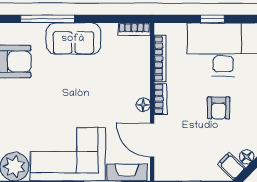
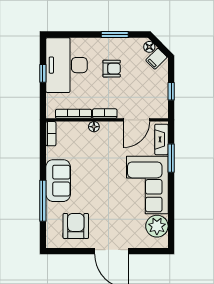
floor lamp: (143, 105) -> (94, 127), moved

